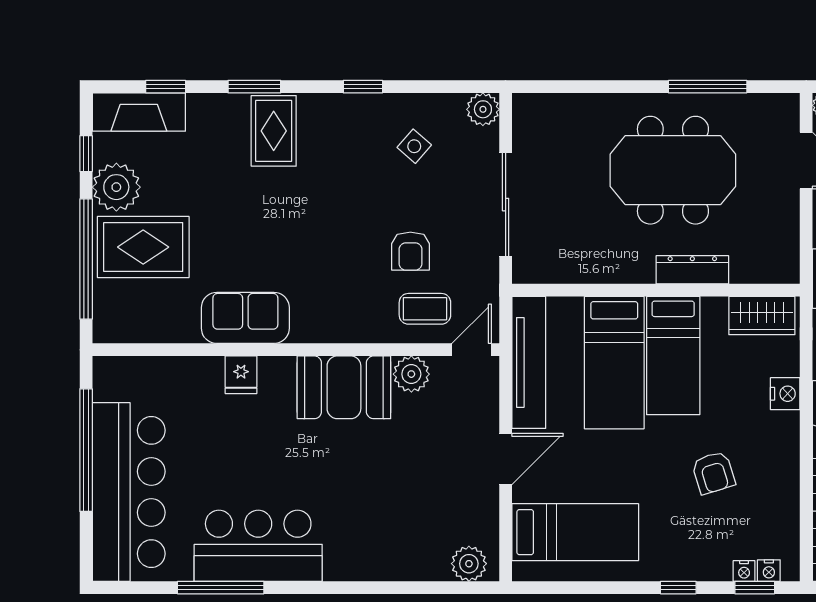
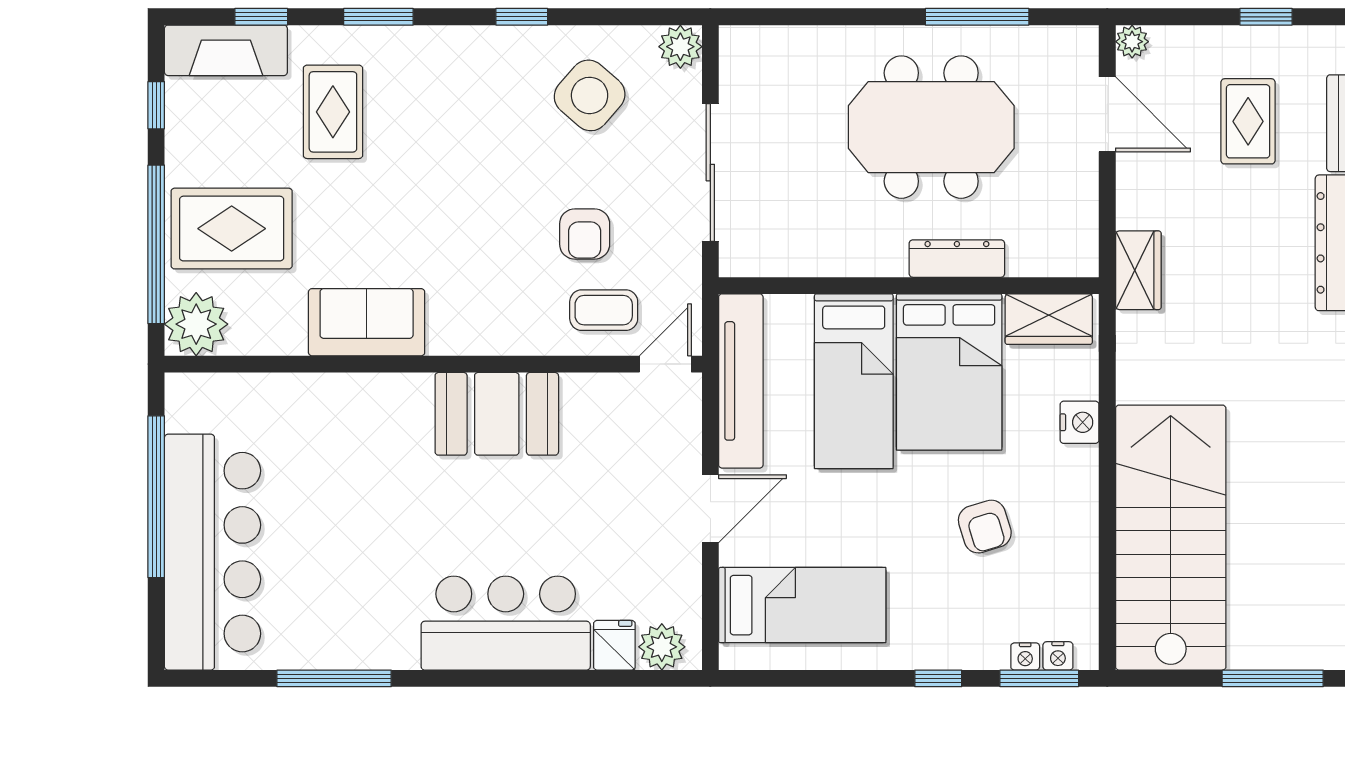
rug: (274, 131) -> (333, 112), moved
side table: (414, 146) -> (590, 95), width x1.87, depth x1.87
plant: (116, 187) -> (196, 324), moved
bed: (673, 356) -> (949, 372), width x1.50
plant: (411, 374) -> (586, 396), removed
fridge: (241, 375) -> (614, 645), moved, turned 180
bar counter: (258, 546) -> (506, 623), moved
window: (755, 588) -> (1039, 678), width x1.50

